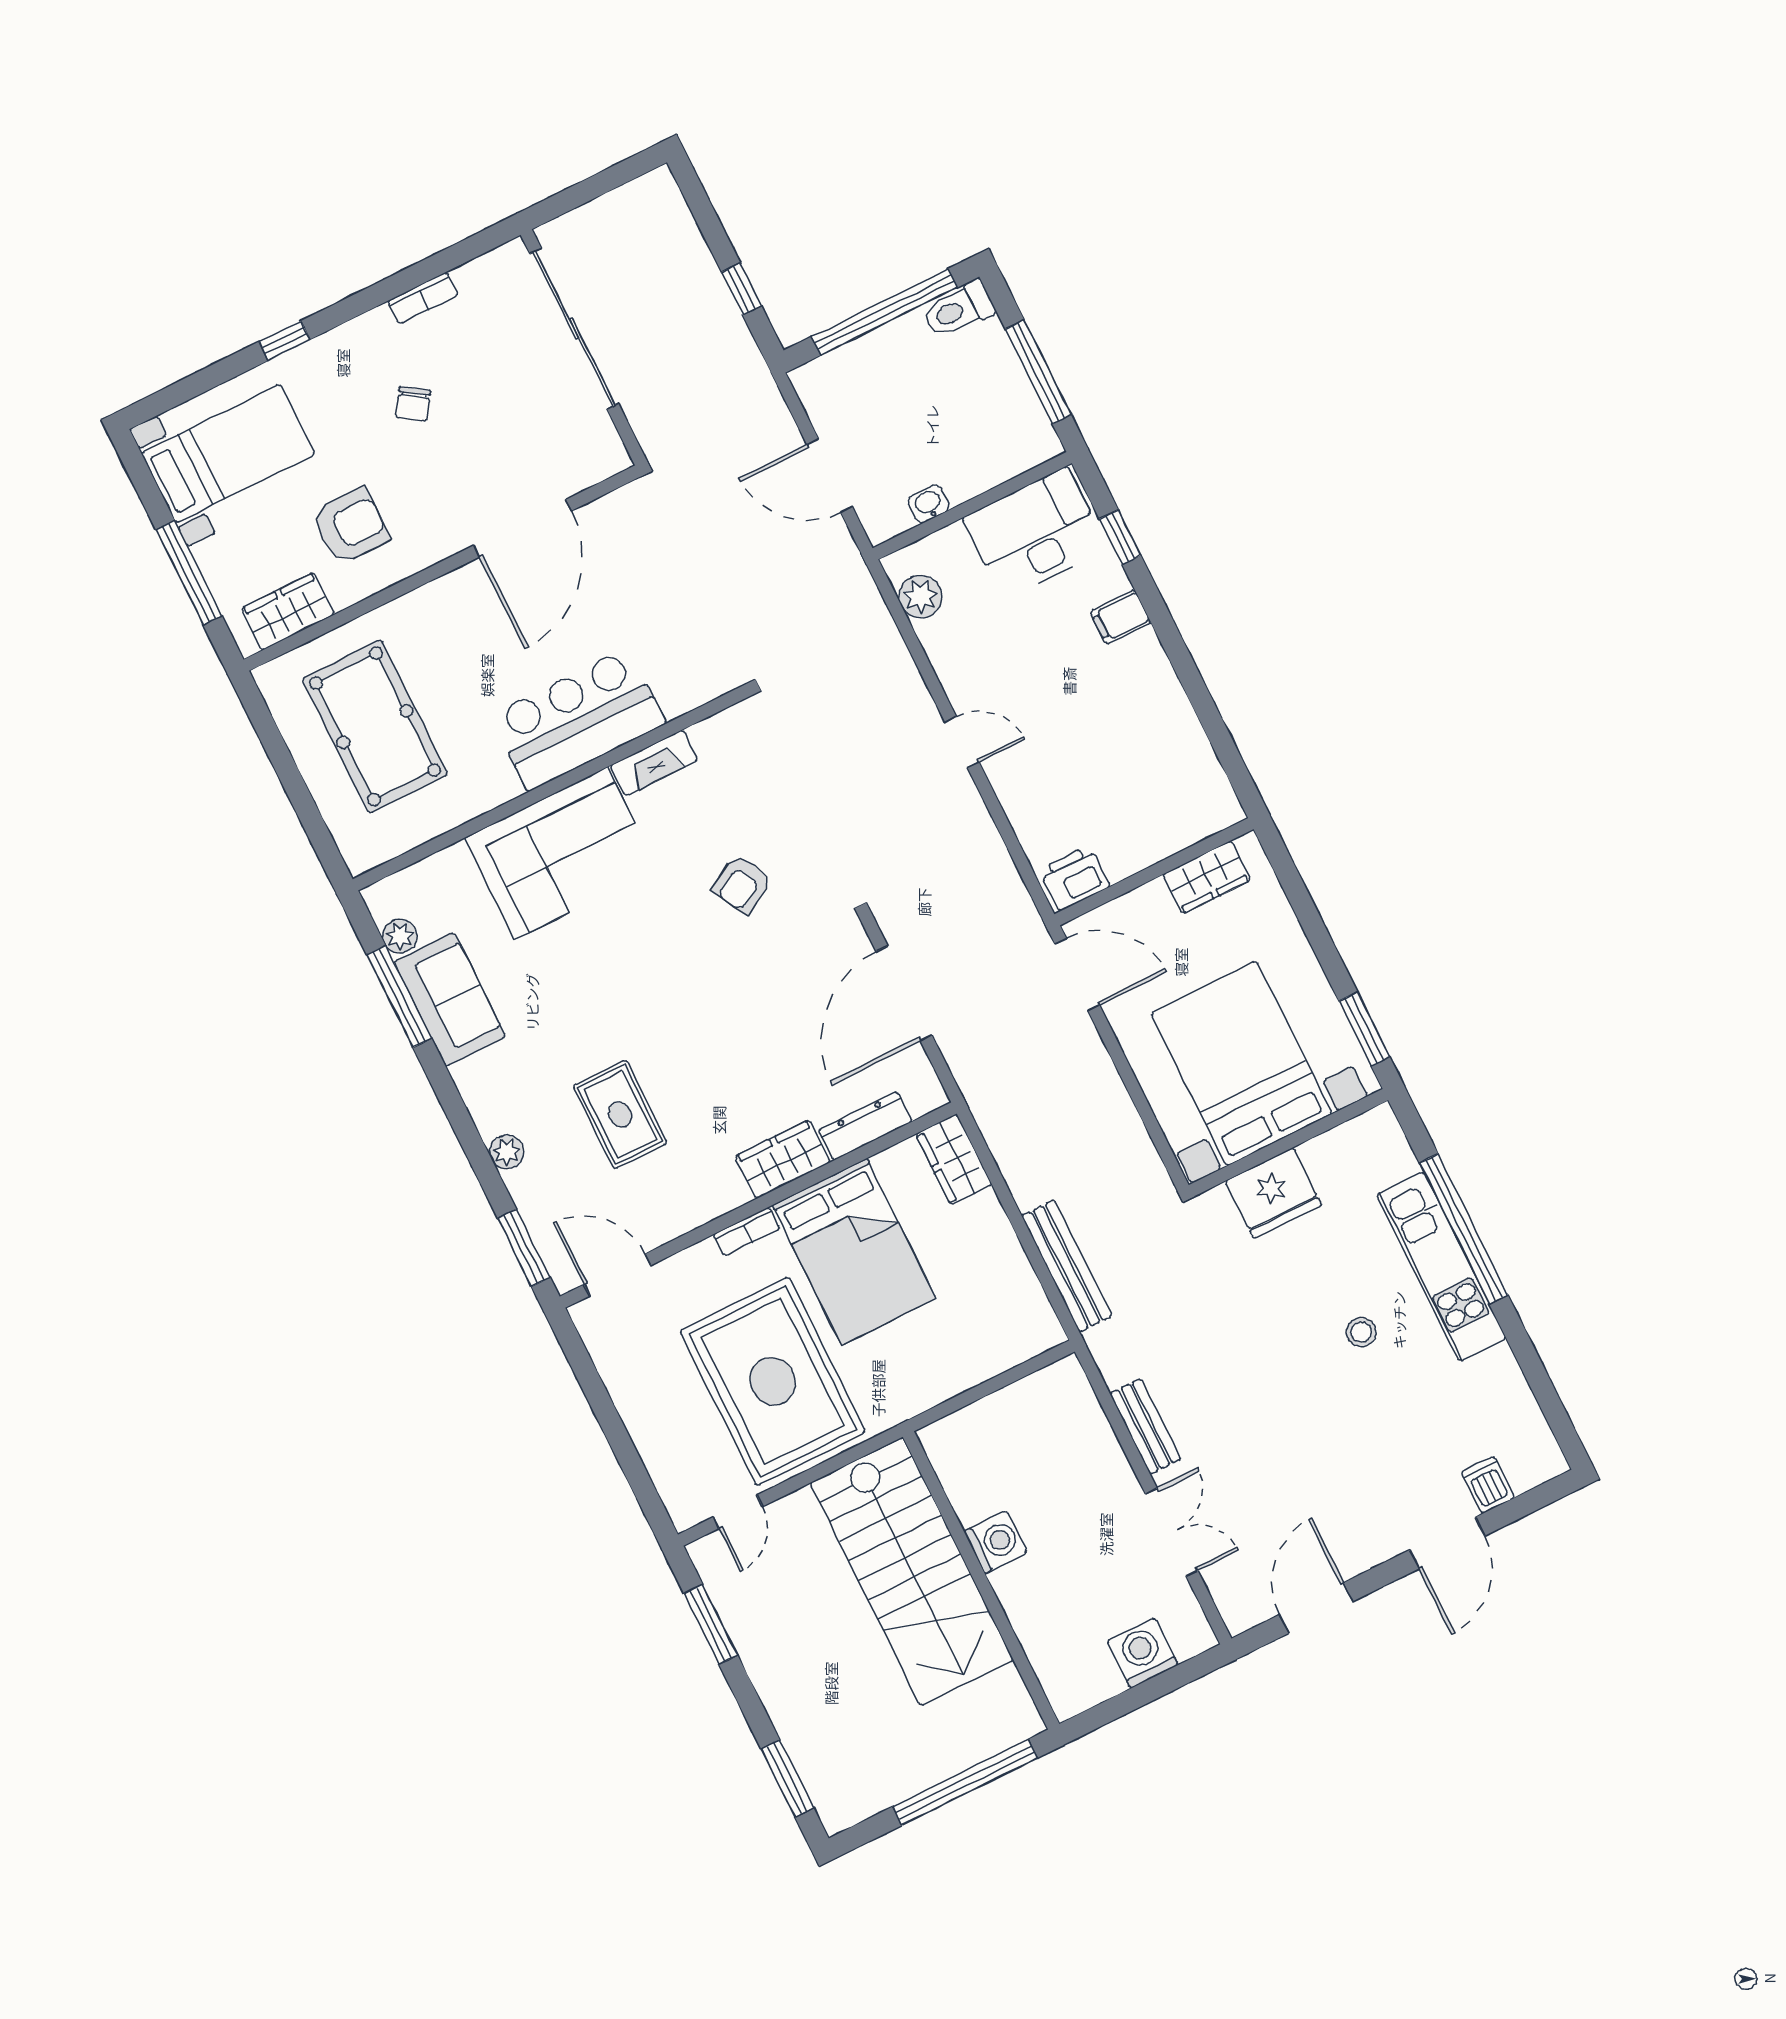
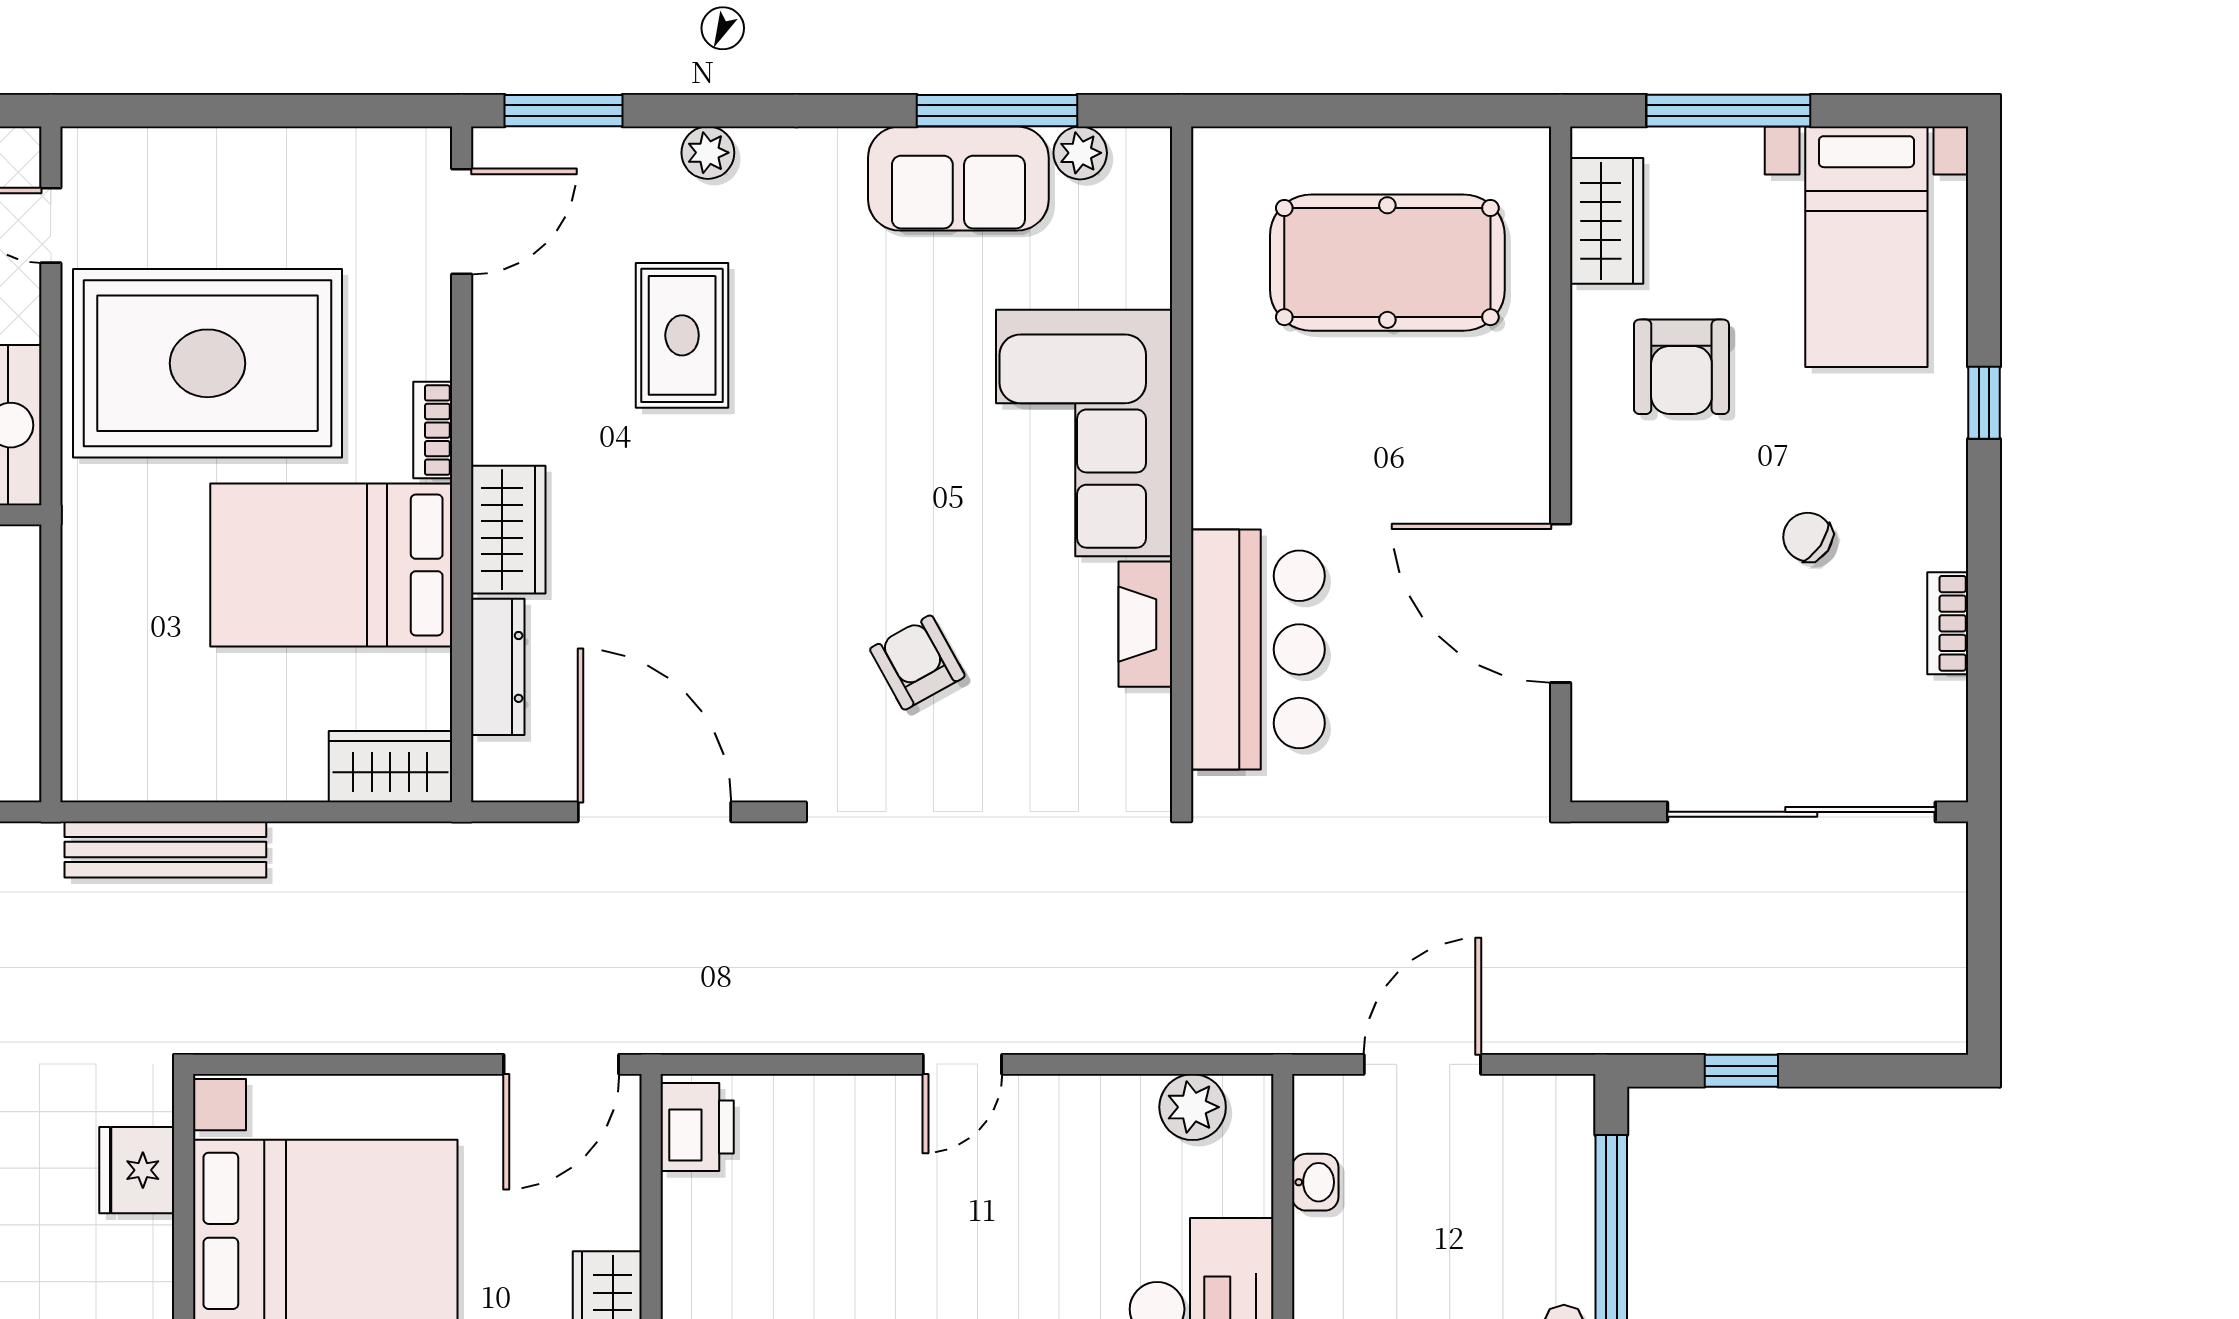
bar counter: (578, 719) -> (1258, 649), moved
rug: (620, 1114) -> (682, 335), turned 90
fridge: (1273, 1193) -> (137, 1170), width x0.73, depth x0.75

